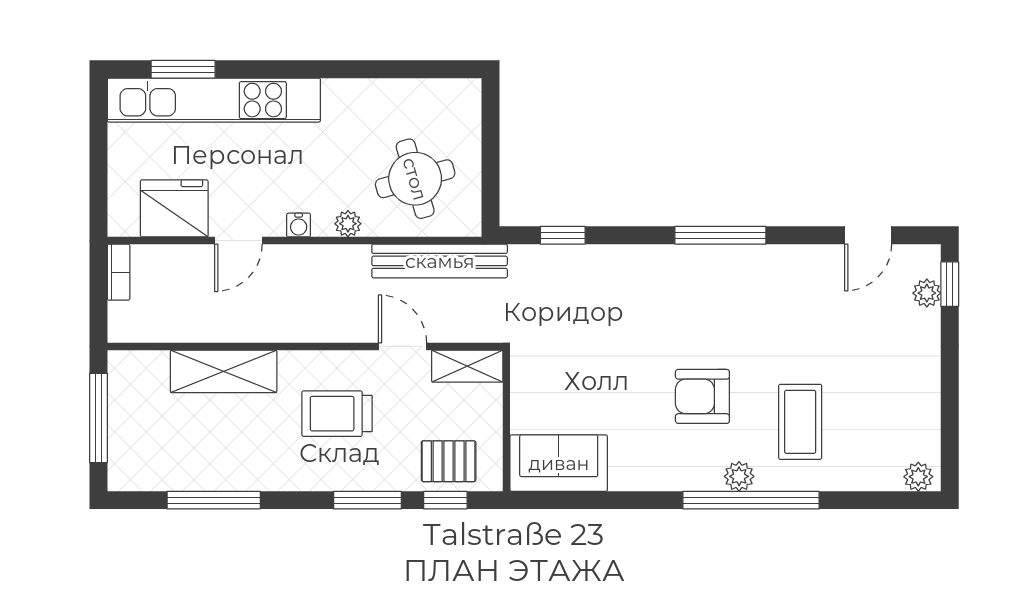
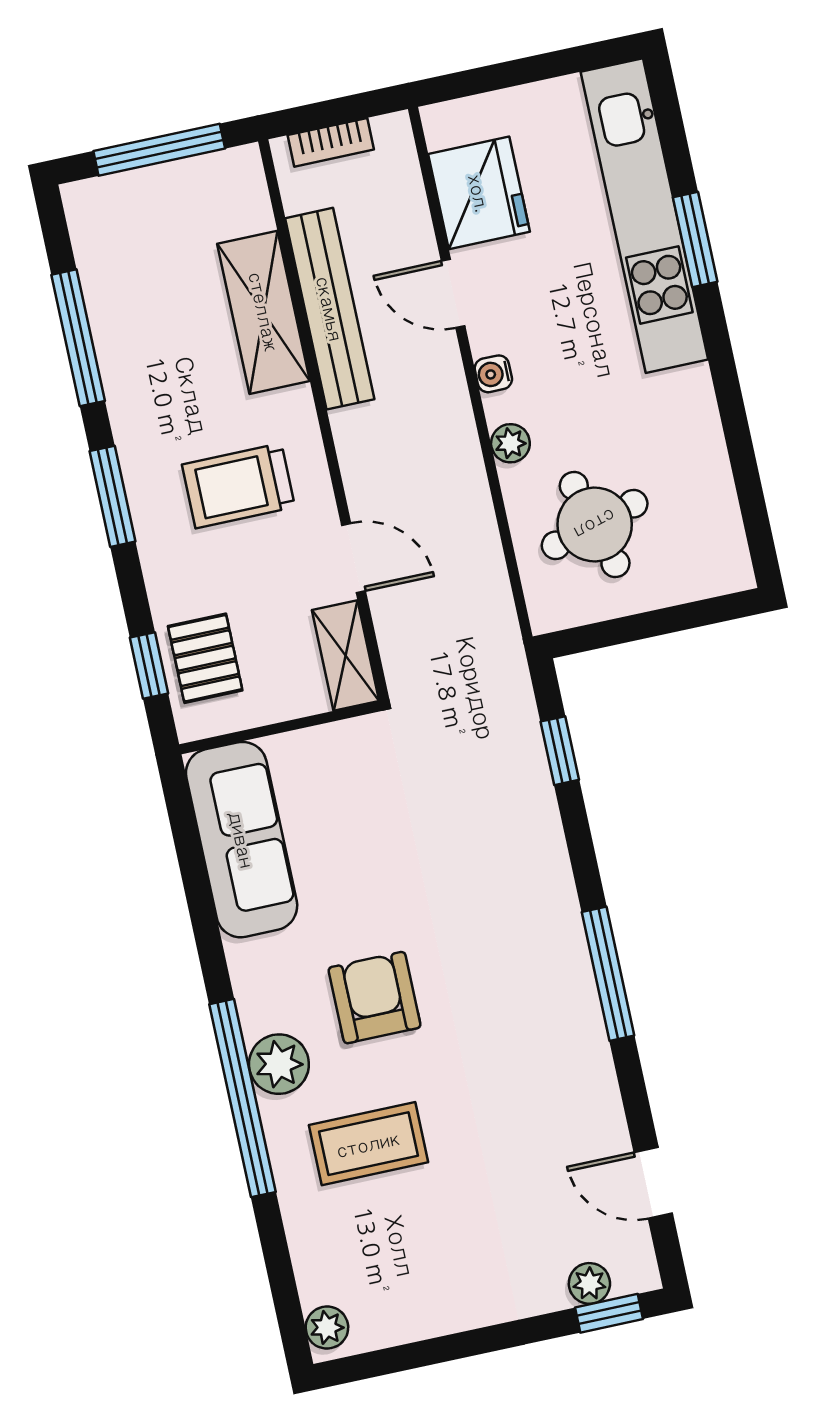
window: (183, 69) -> (695, 240), moved
bench: (440, 261) -> (330, 309), moved
bookcase: (119, 272) -> (331, 142), moved
door: (403, 346) -> (353, 558), hinge flipped
trolley: (337, 414) -> (238, 486), turned -90
sofa: (559, 463) -> (242, 840), width x1.36
plant: (739, 476) -> (279, 1064), width x1.38, depth x1.38
window: (367, 500) -> (112, 496), moved

